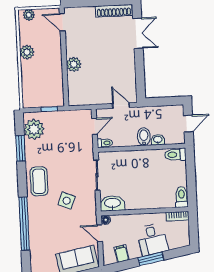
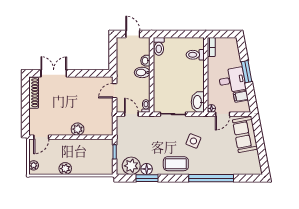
floor lamp: (31, 147) -> (147, 169), added
toilet: (182, 197) -> (195, 55), moved
desk: (152, 239) -> (232, 80), moved

